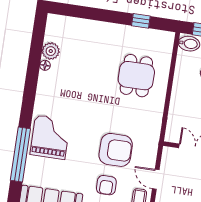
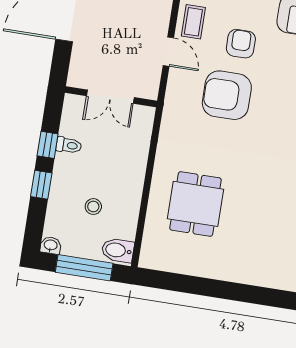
window: (141, 21) -> (188, 284), removed

